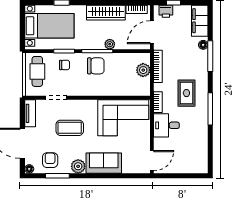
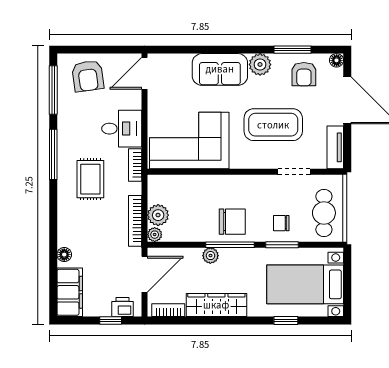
window: (210, 56) -> (53, 90), moved
plant: (145, 58) -> (155, 235), added
chair: (96, 66) -> (232, 222), turned 180
coffee table: (70, 128) -> (273, 125), width x1.36, depth x1.32
armchair: (188, 159) -> (88, 76), added

